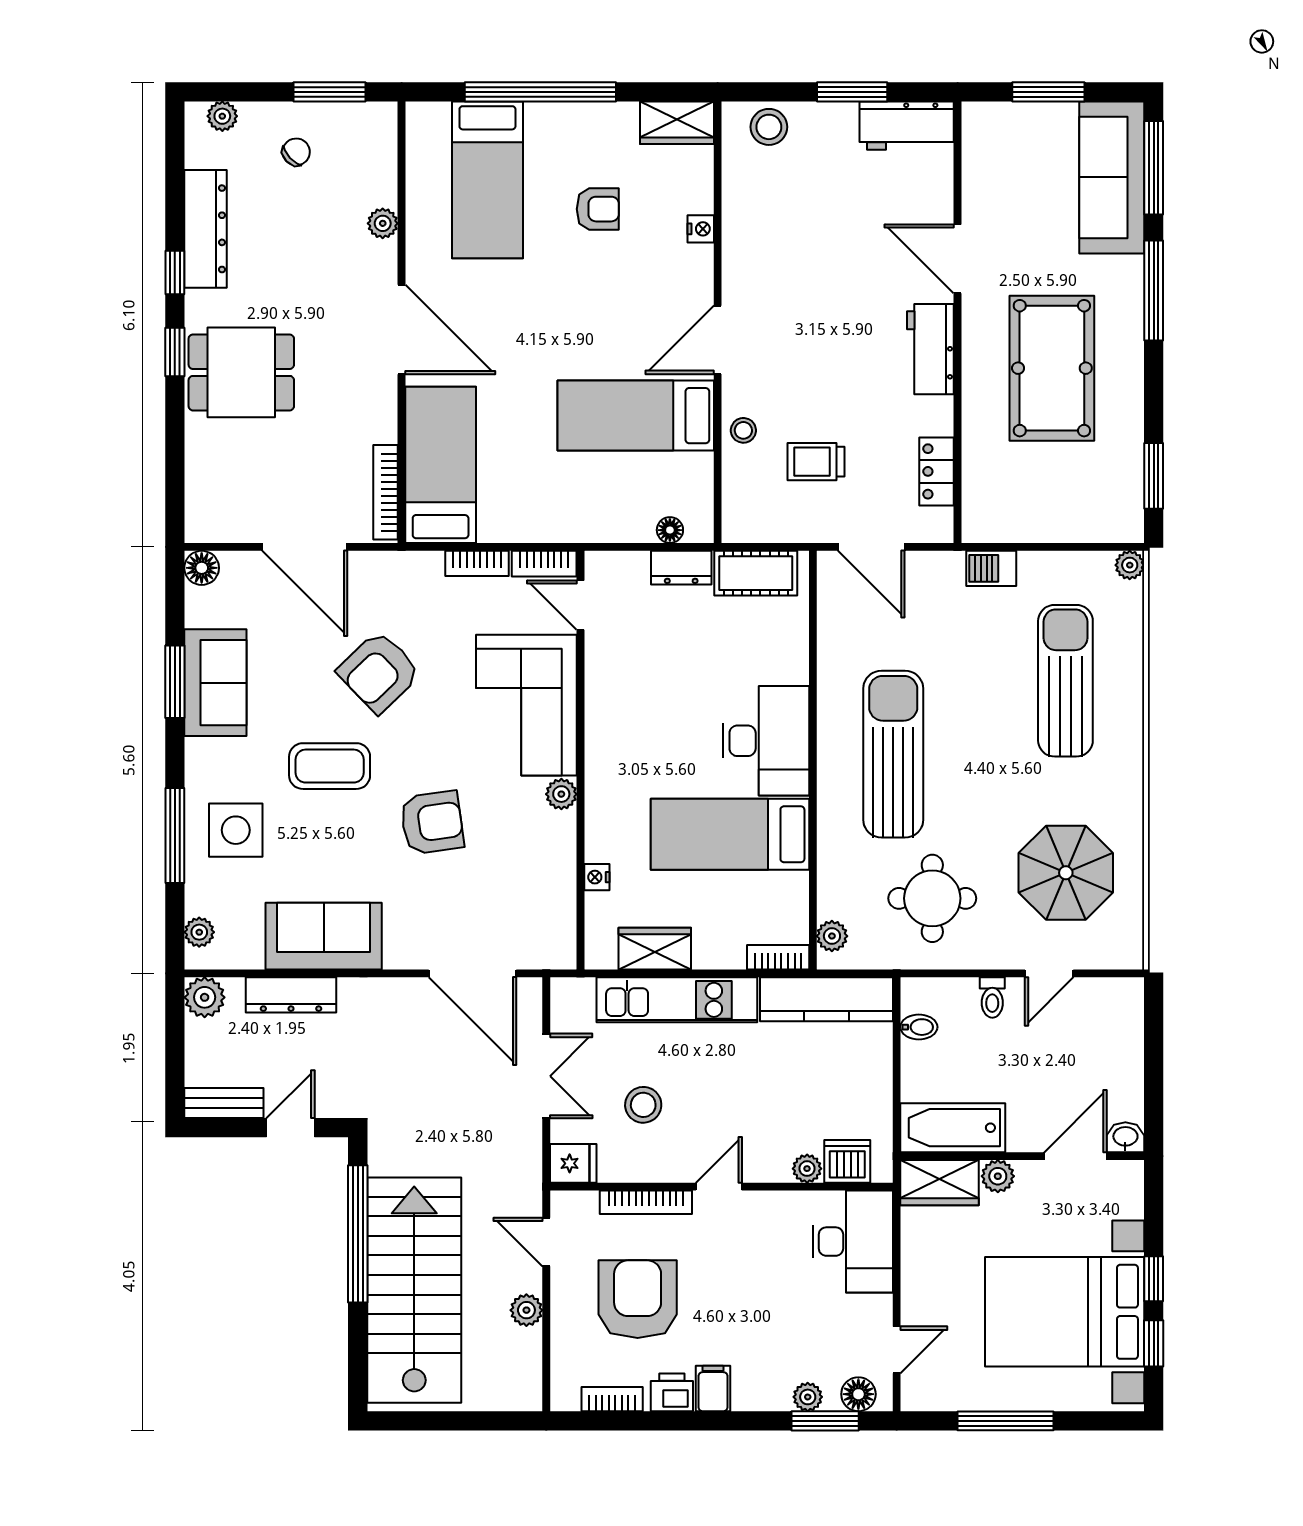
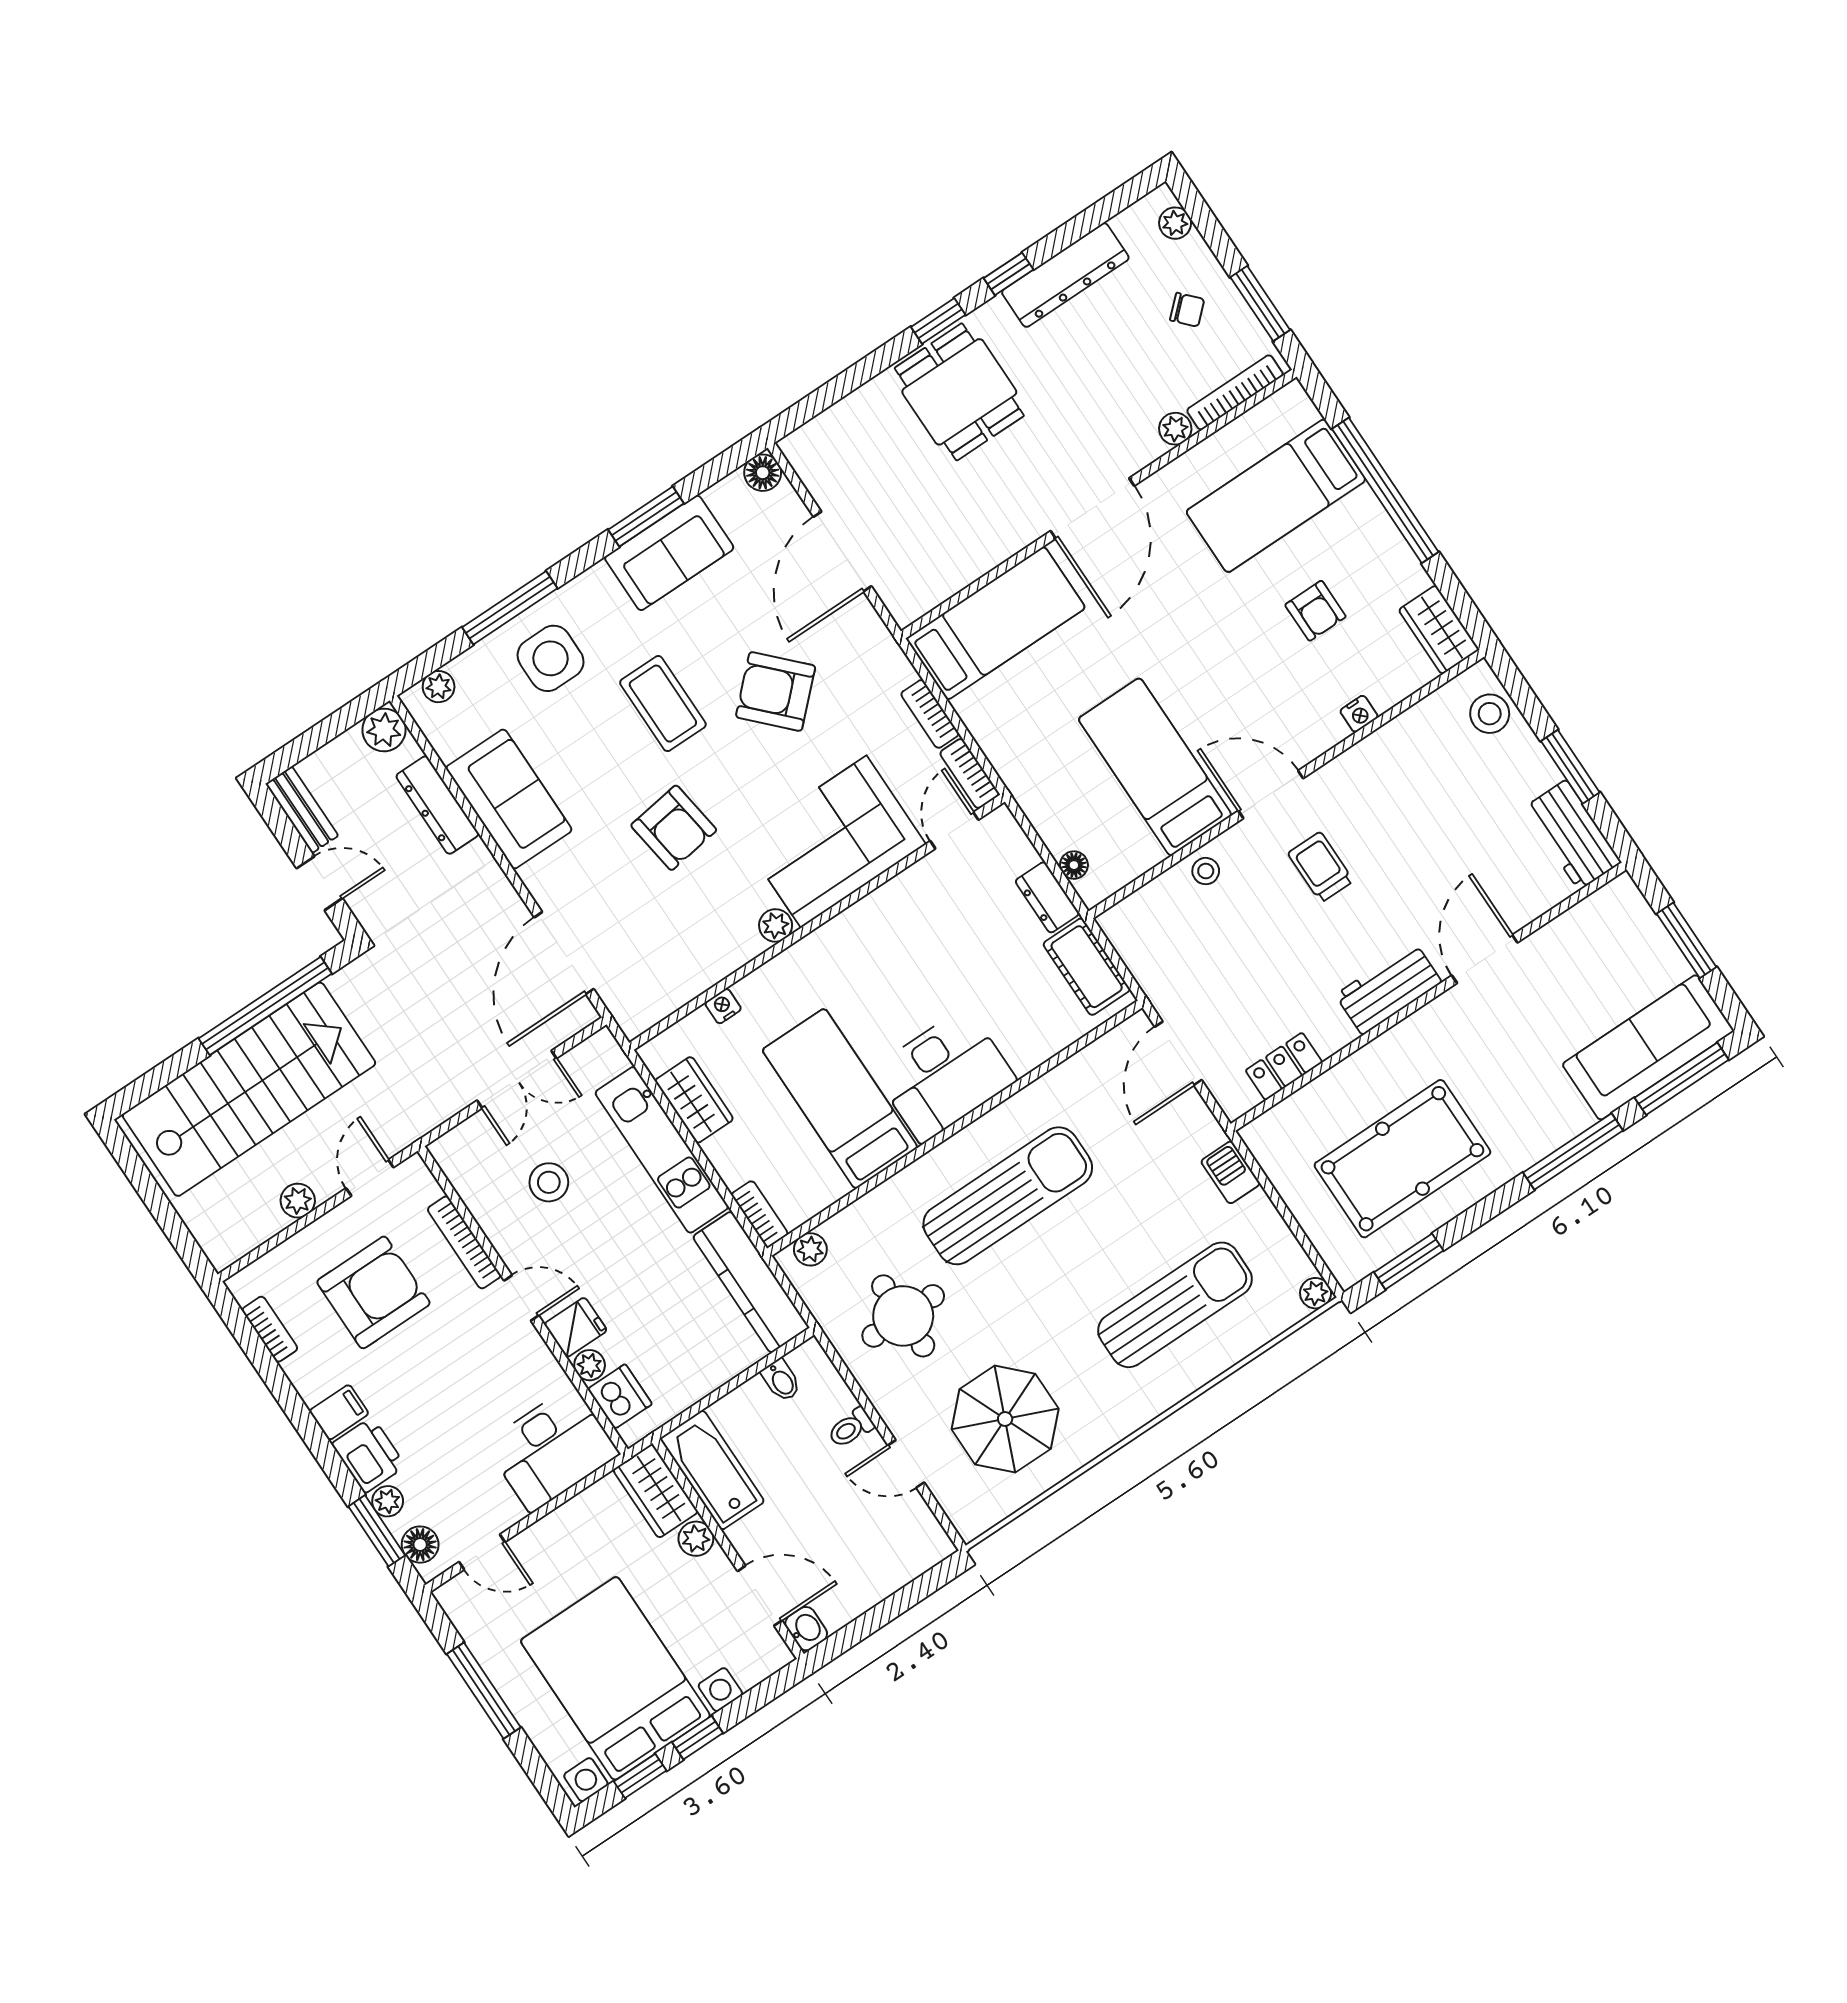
pool table: (1052, 368) -> (1402, 1159), moved
trolley: (816, 462) -> (1321, 867), moved
bookcase: (386, 492) -> (1235, 392), moved
fridge: (573, 1163) -> (576, 1327), moved, turned -90
printer: (672, 1392) -> (369, 1455), moved, width x1.36, depth x1.24

